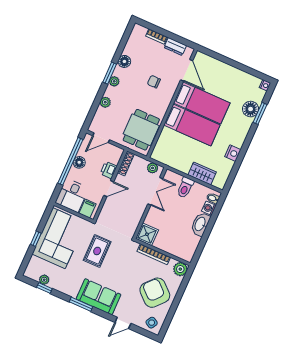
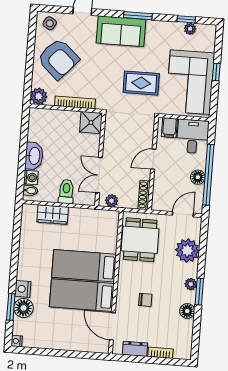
plant: (105, 102) -> (187, 250), width x1.88, depth x1.88
nightstand: (233, 153) -> (23, 289), moved
printer: (109, 170) -> (161, 180), removed
rug: (97, 251) -> (141, 83), turned 90

